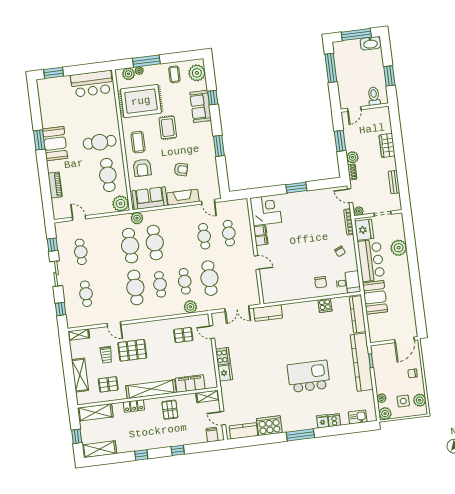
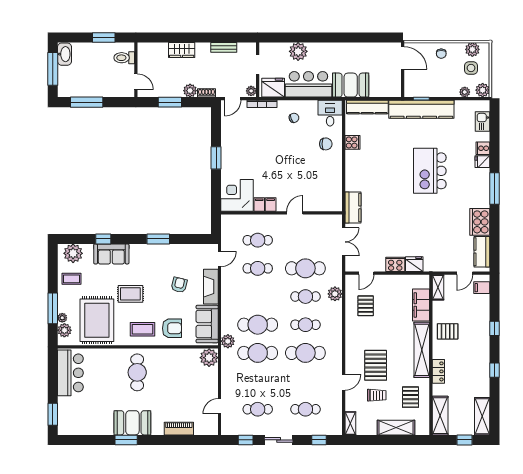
cafe table: (108, 175) -> (175, 368), removed

